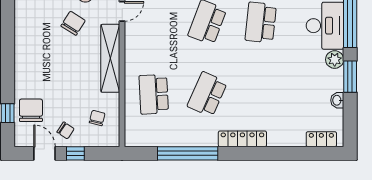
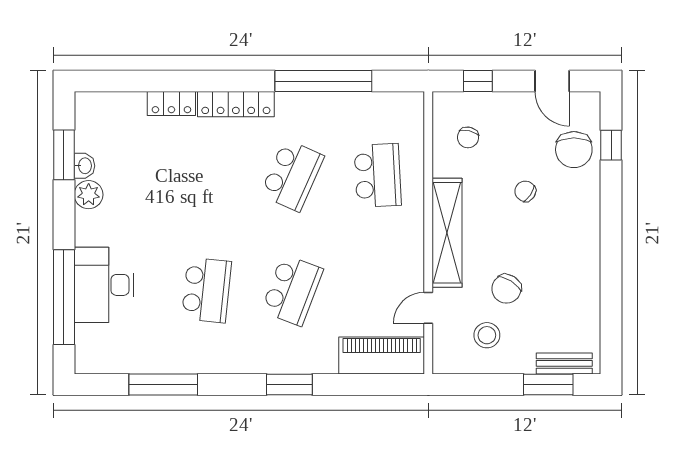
plant: (335, 60) -> (89, 195), moved
window: (350, 77) -> (64, 155), moved
chair: (66, 130) -> (525, 191), moved
locker: (321, 139) -> (171, 104), moved
window: (75, 153) -> (478, 81), moved

